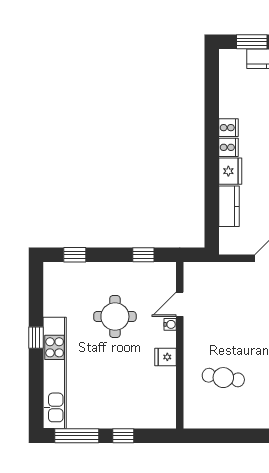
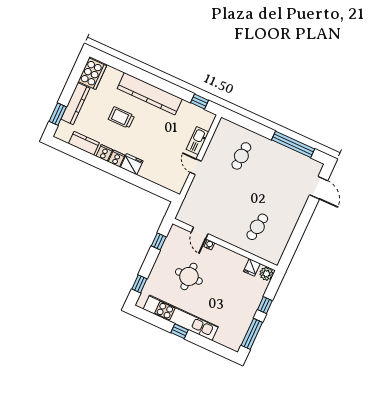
kitchen counter: (229, 206) -> (84, 143), moved
fridge: (166, 357) -> (252, 267), moved
kitchen unit: (55, 373) -> (181, 318), moved
plant: (166, 419) -> (266, 274), added

